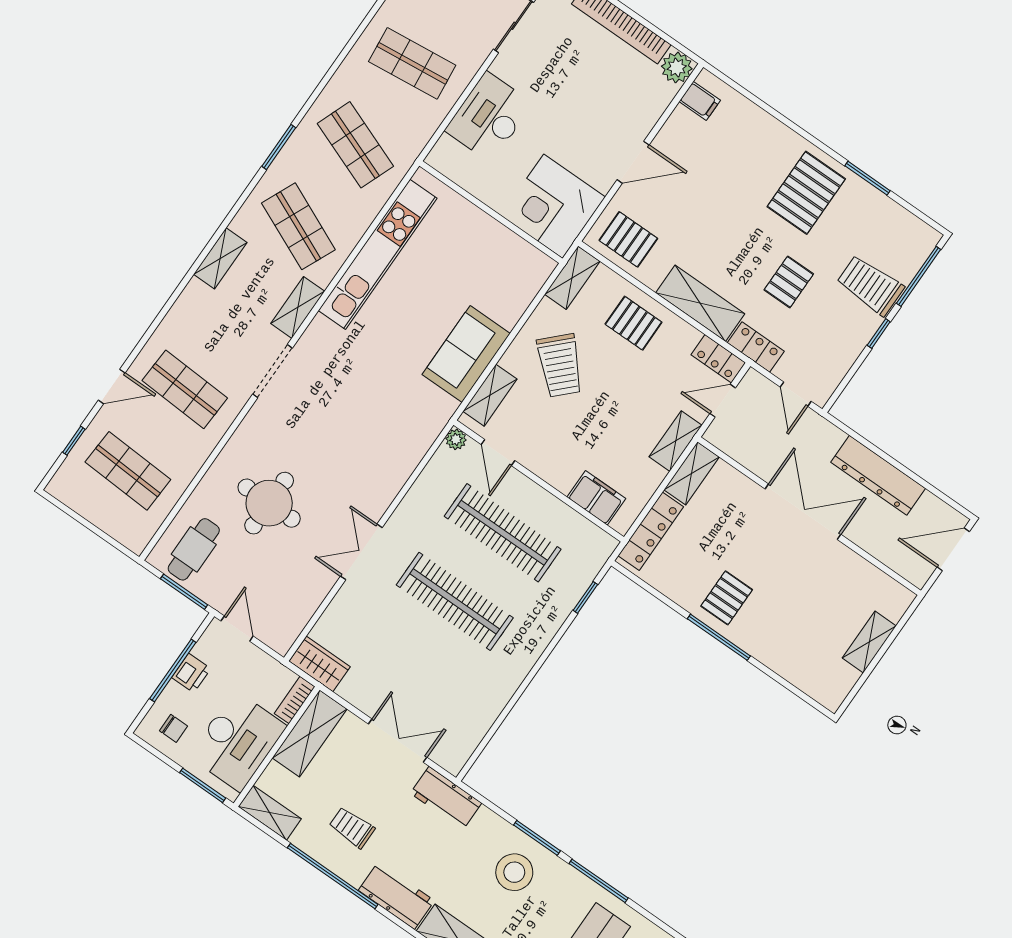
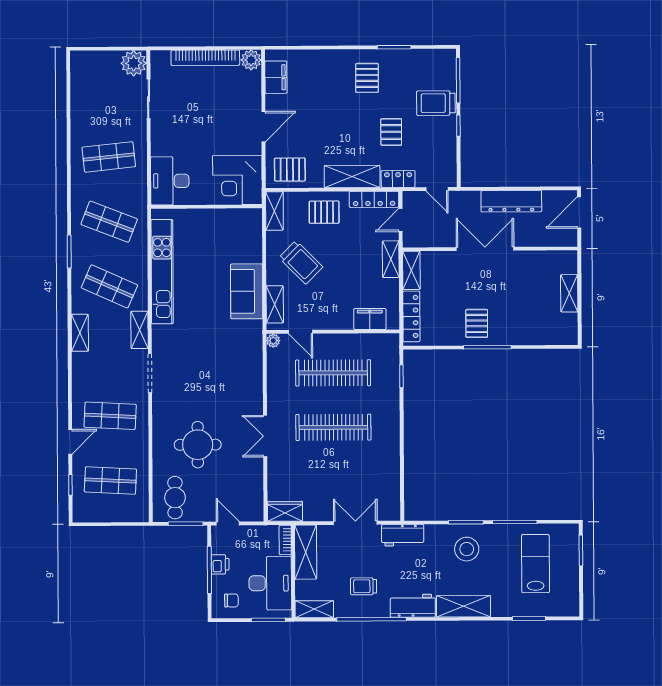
filing cabinet: (700, 101) -> (276, 77), width x2.00
desk: (489, 117) -> (170, 181), moved
pallet: (806, 193) -> (367, 78), width x0.67, depth x0.71
locker: (718, 359) -> (374, 199), width x1.53

